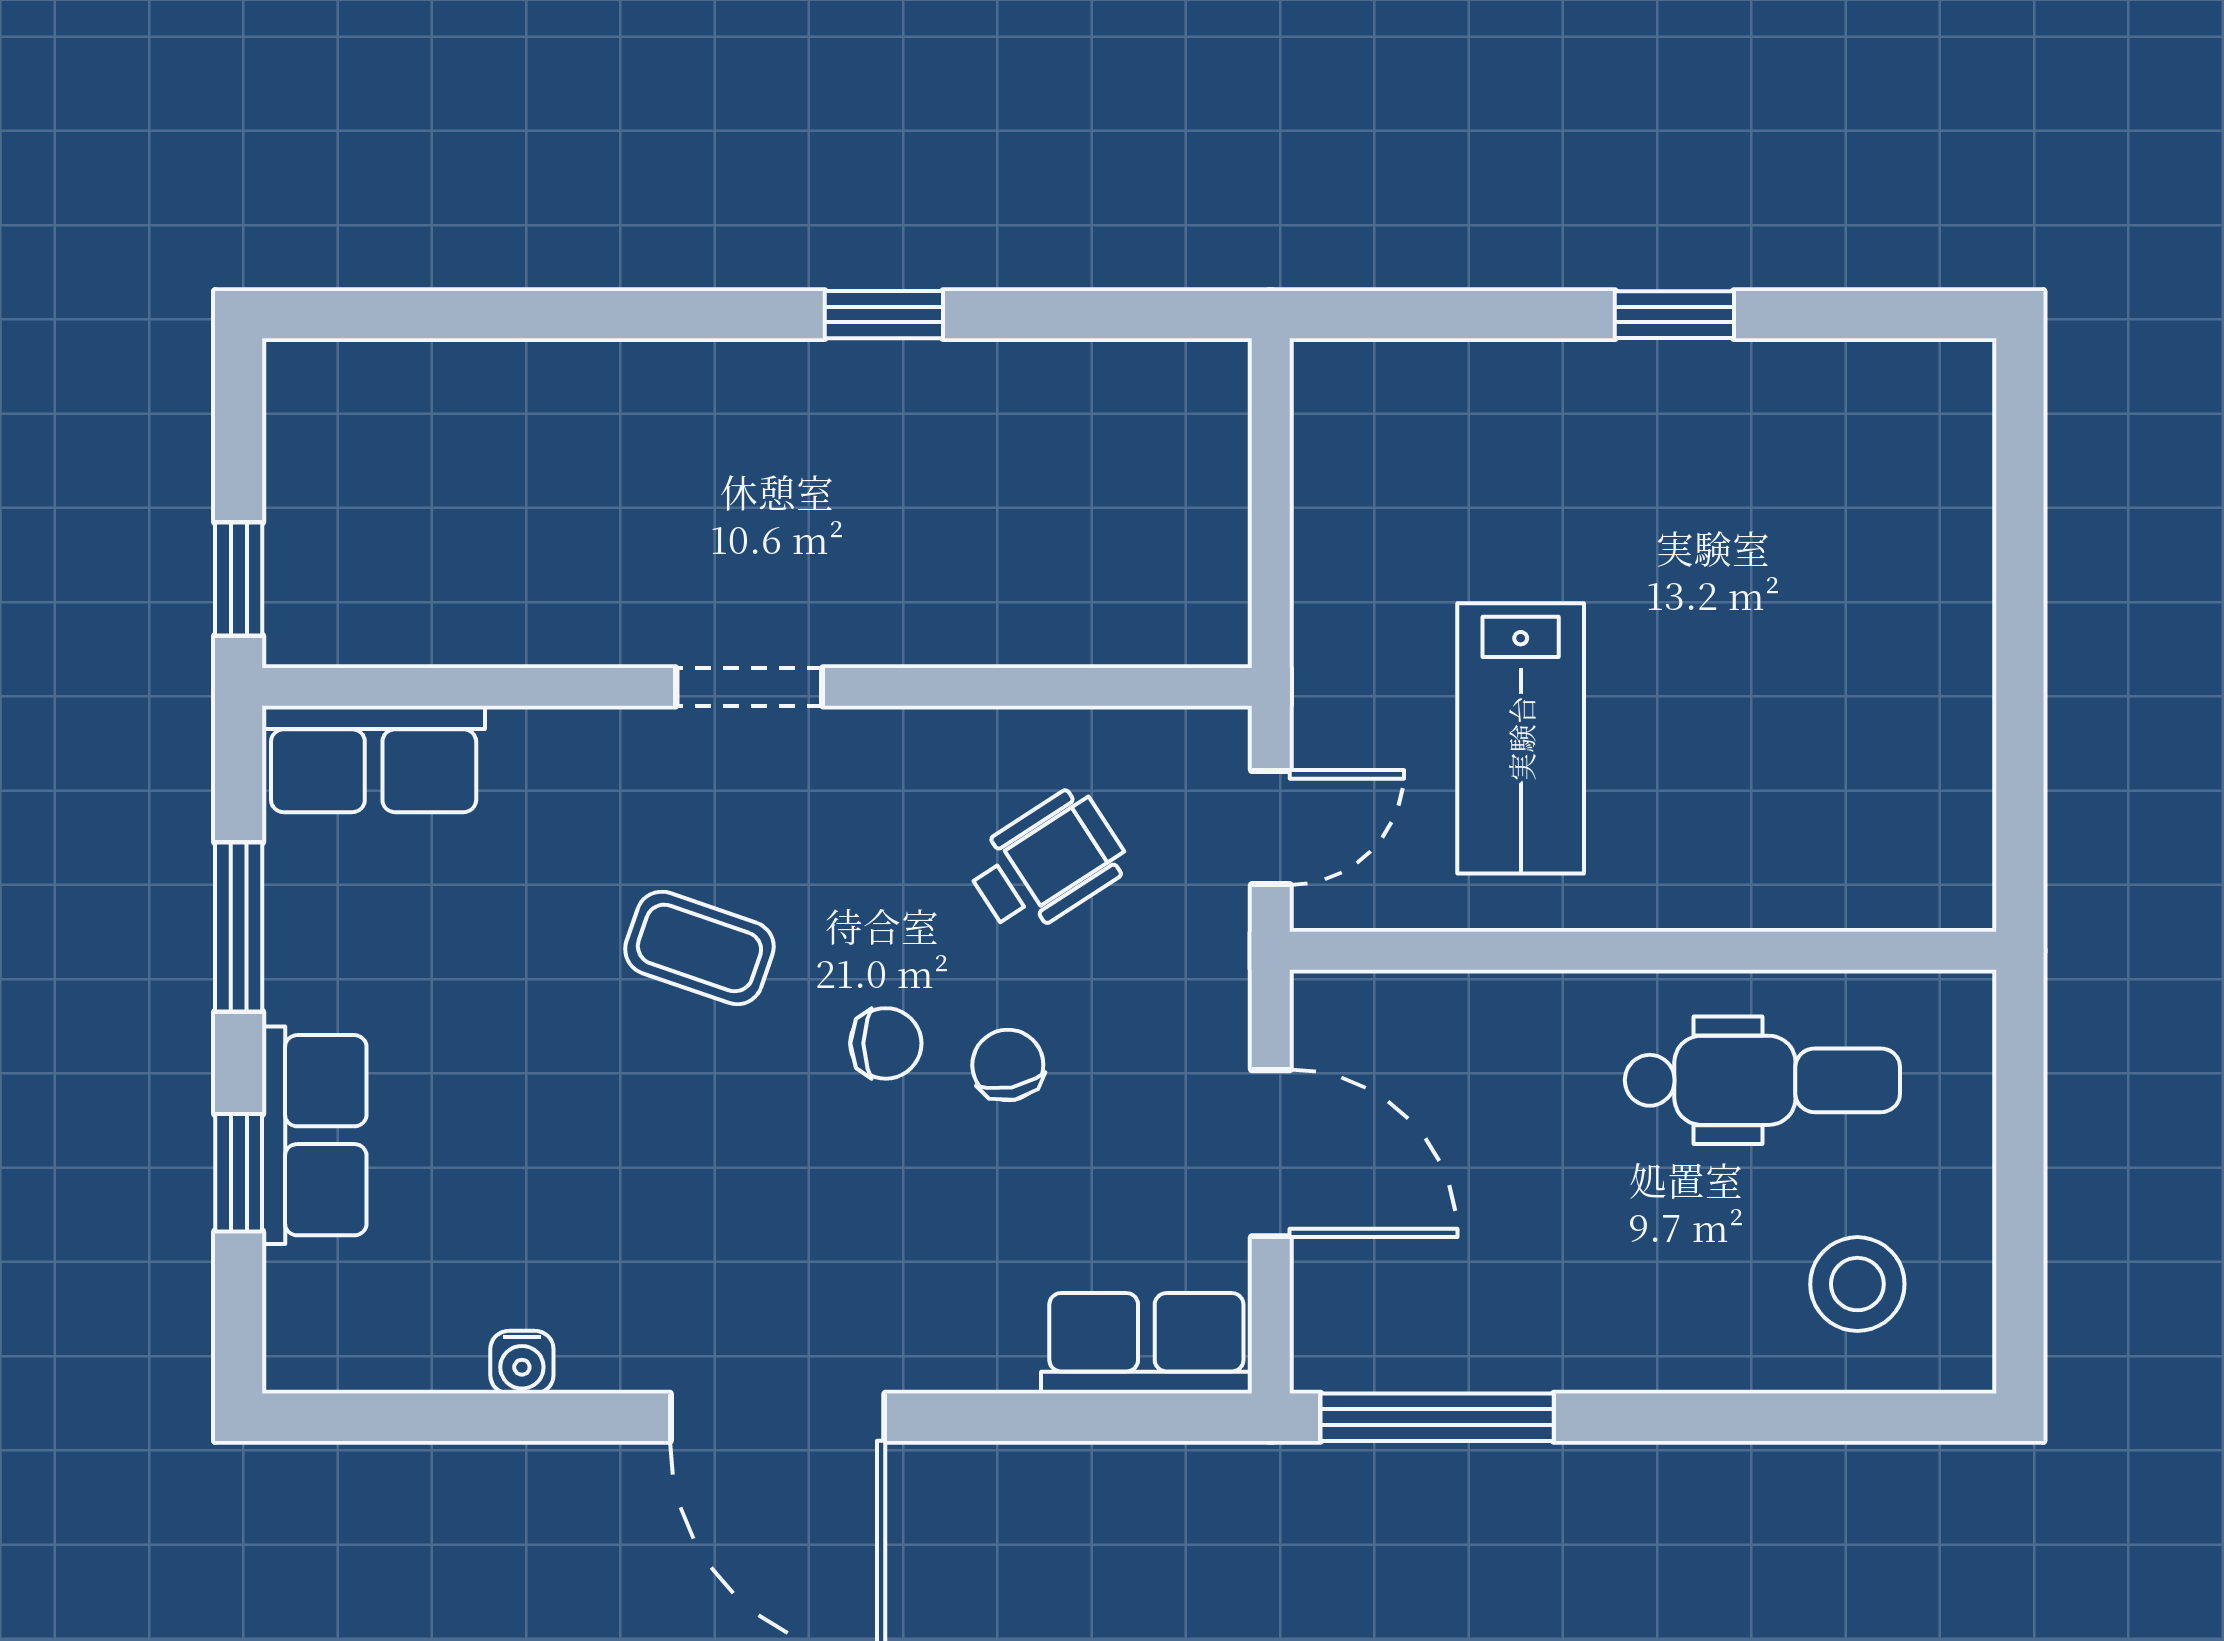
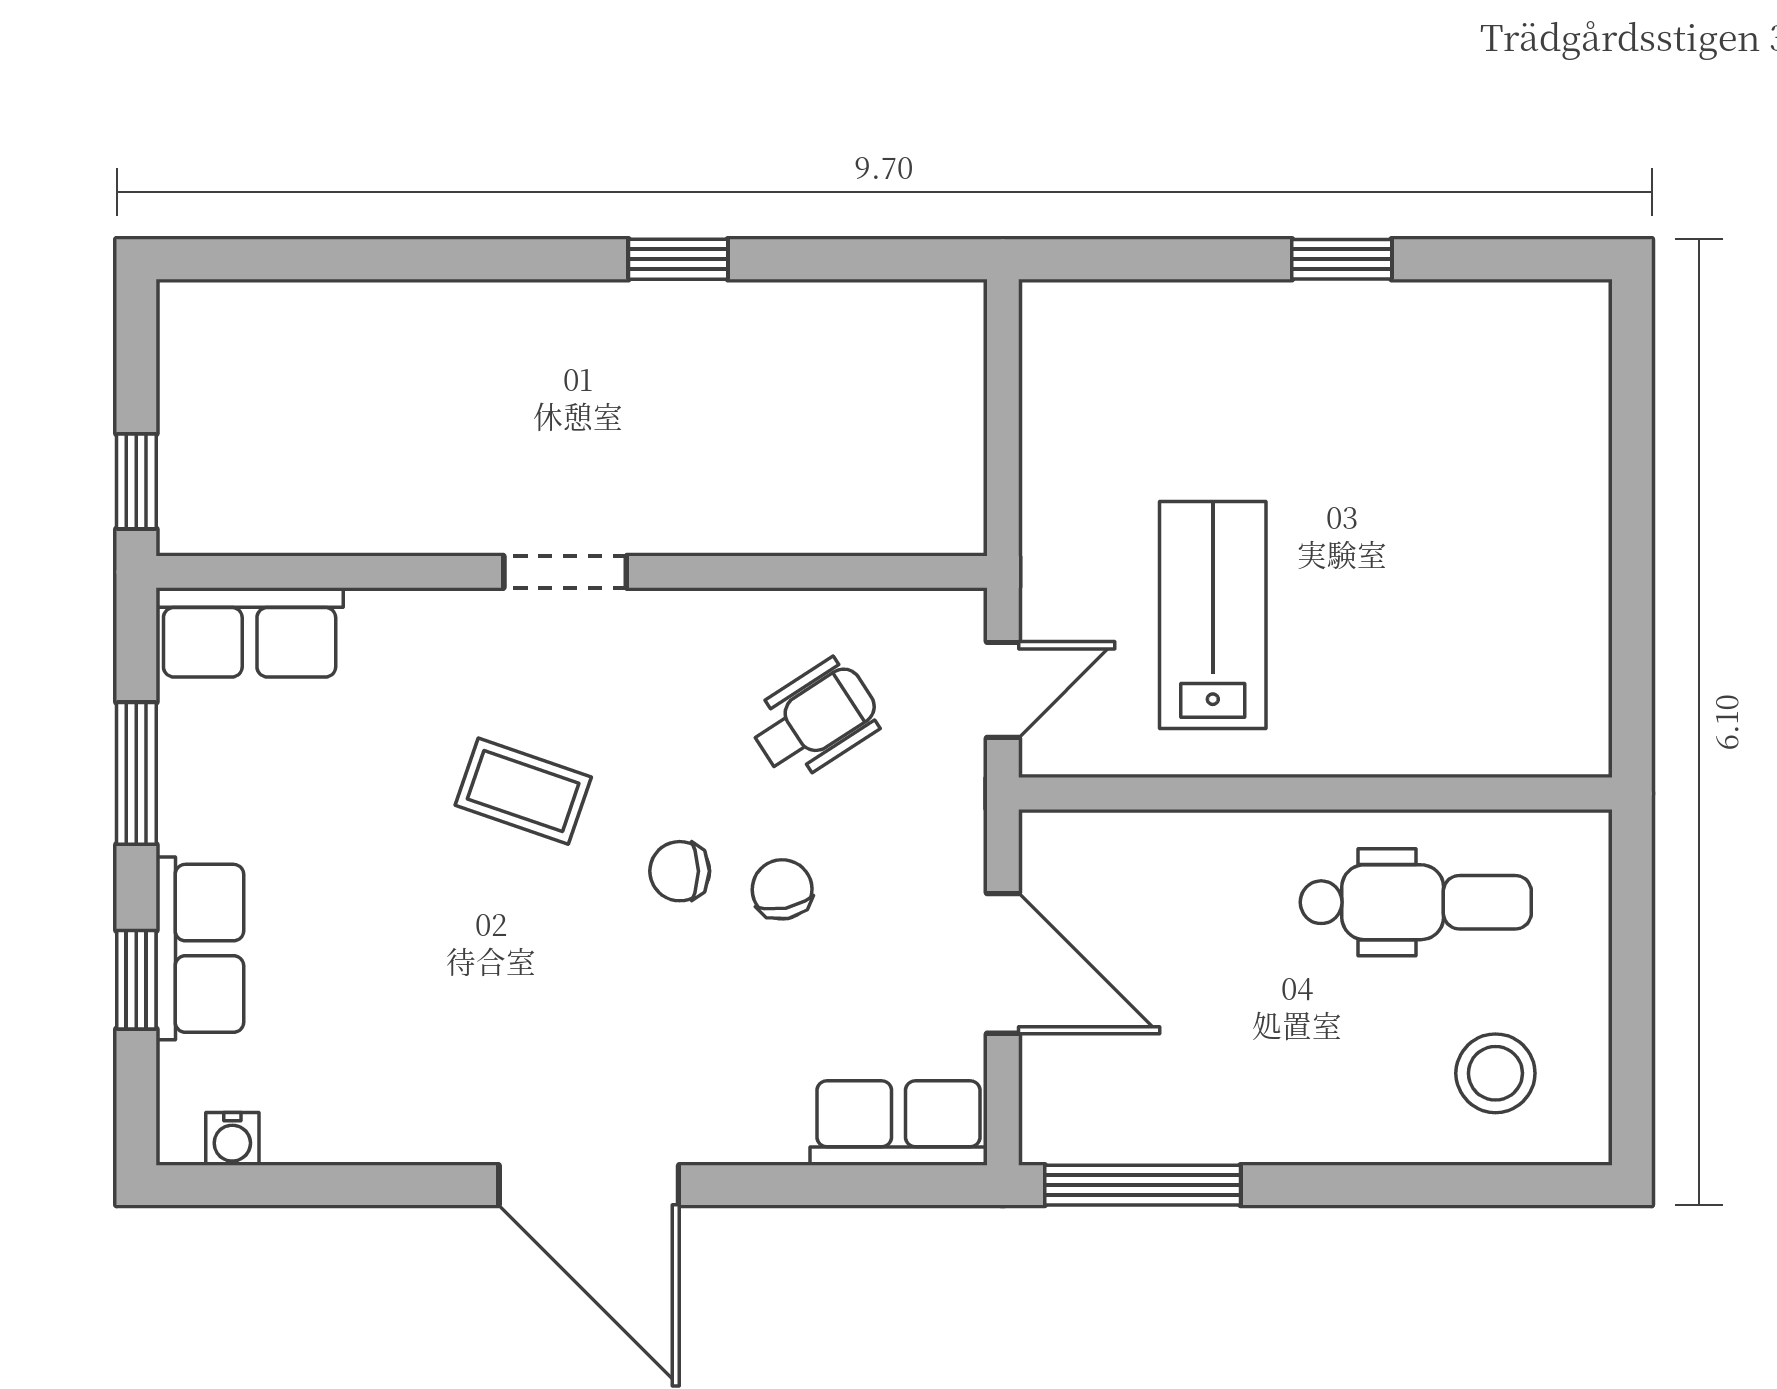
lab bench: (1521, 738) -> (1213, 615), turned 180
chair: (886, 1043) -> (680, 871), turned 180
water cooler: (522, 1362) -> (232, 1139), moved

